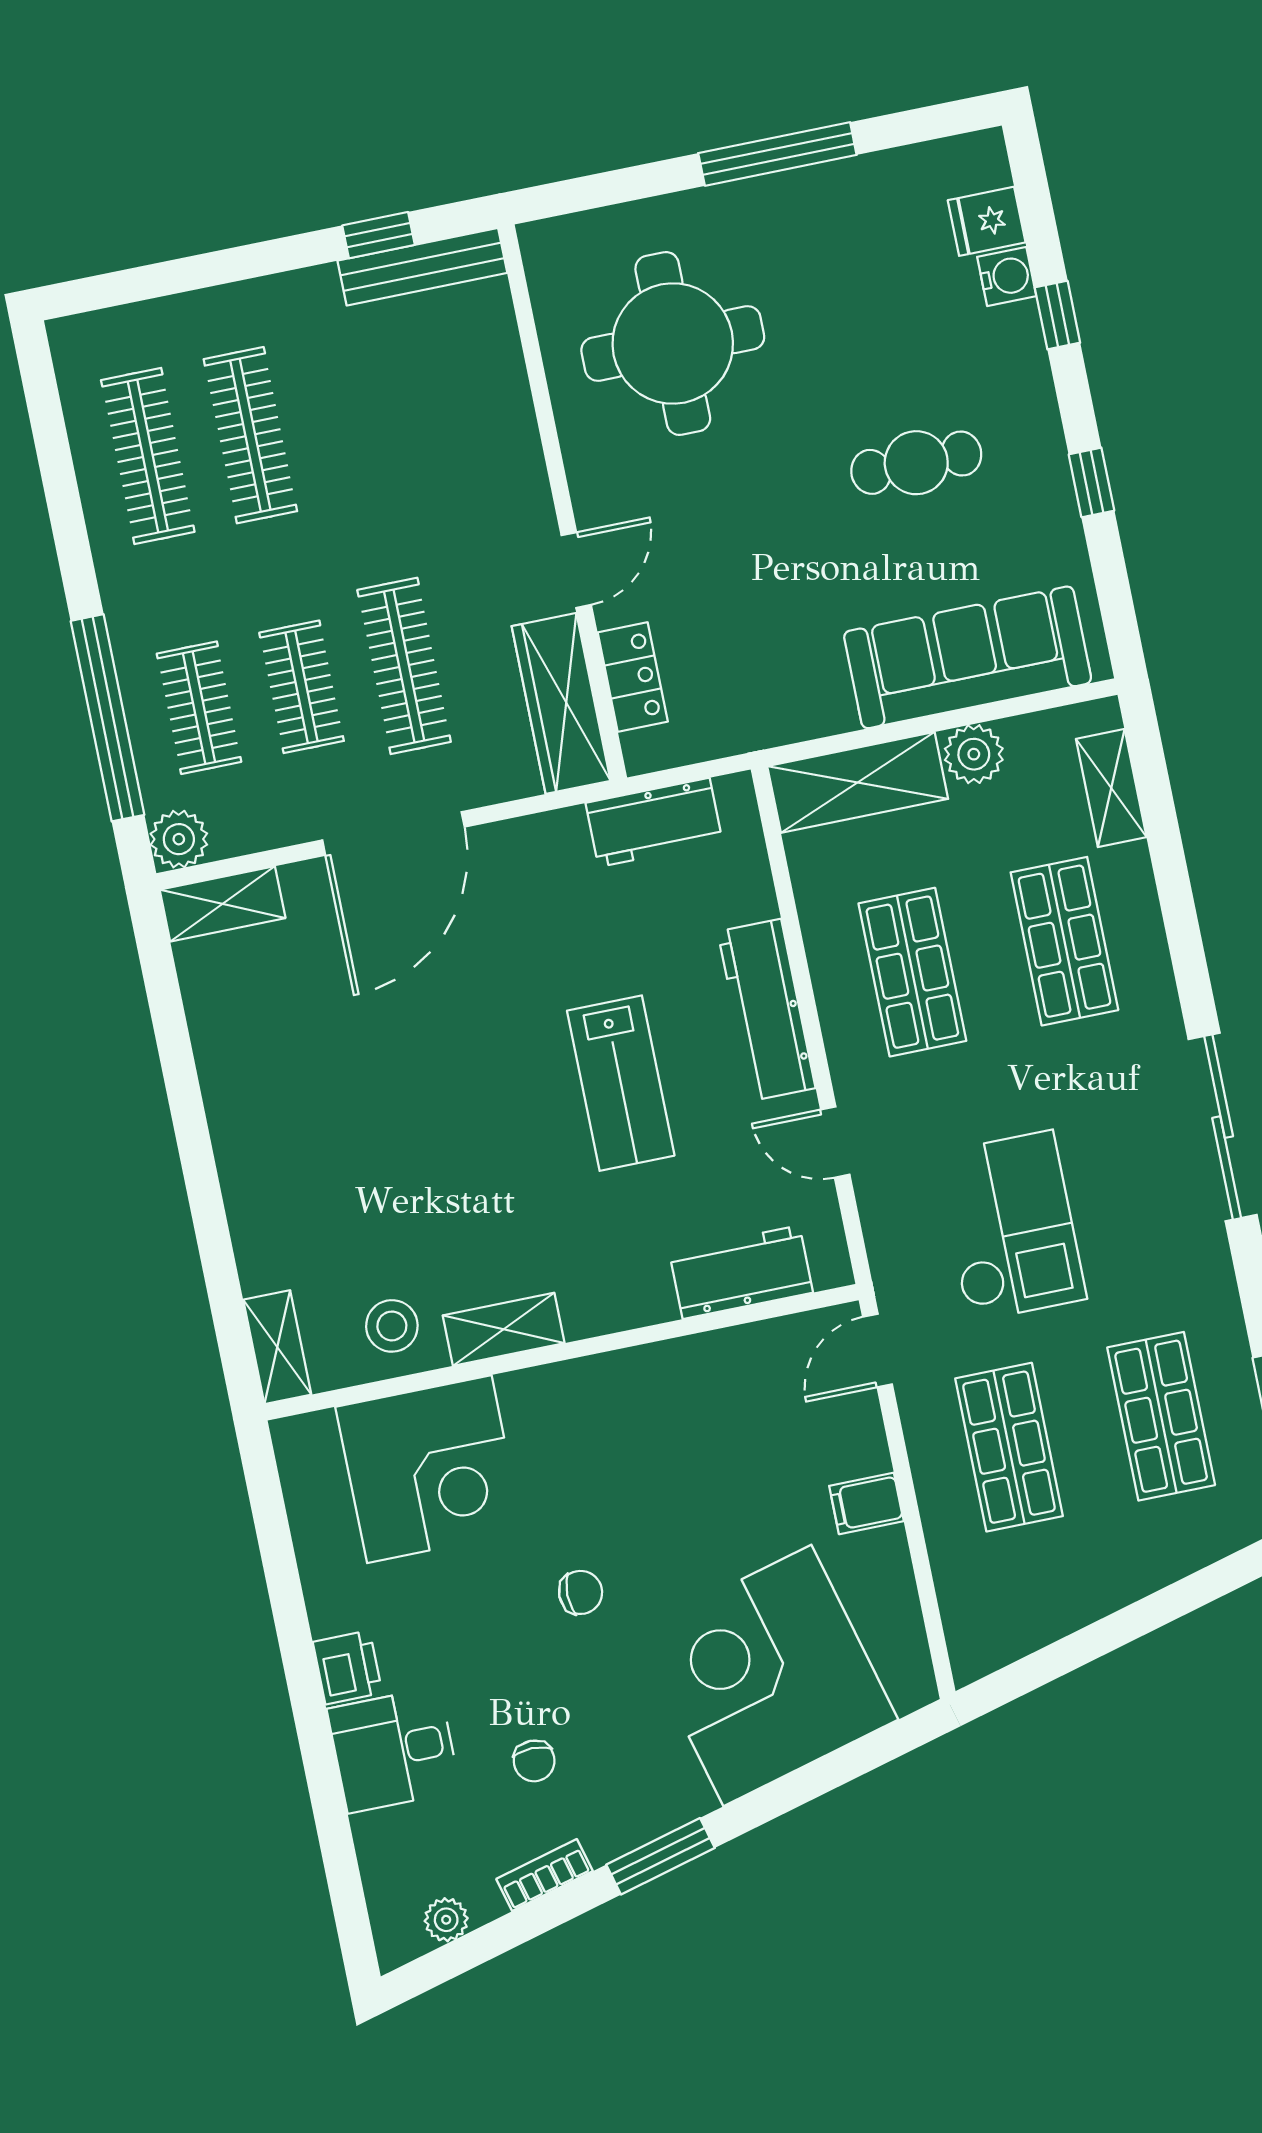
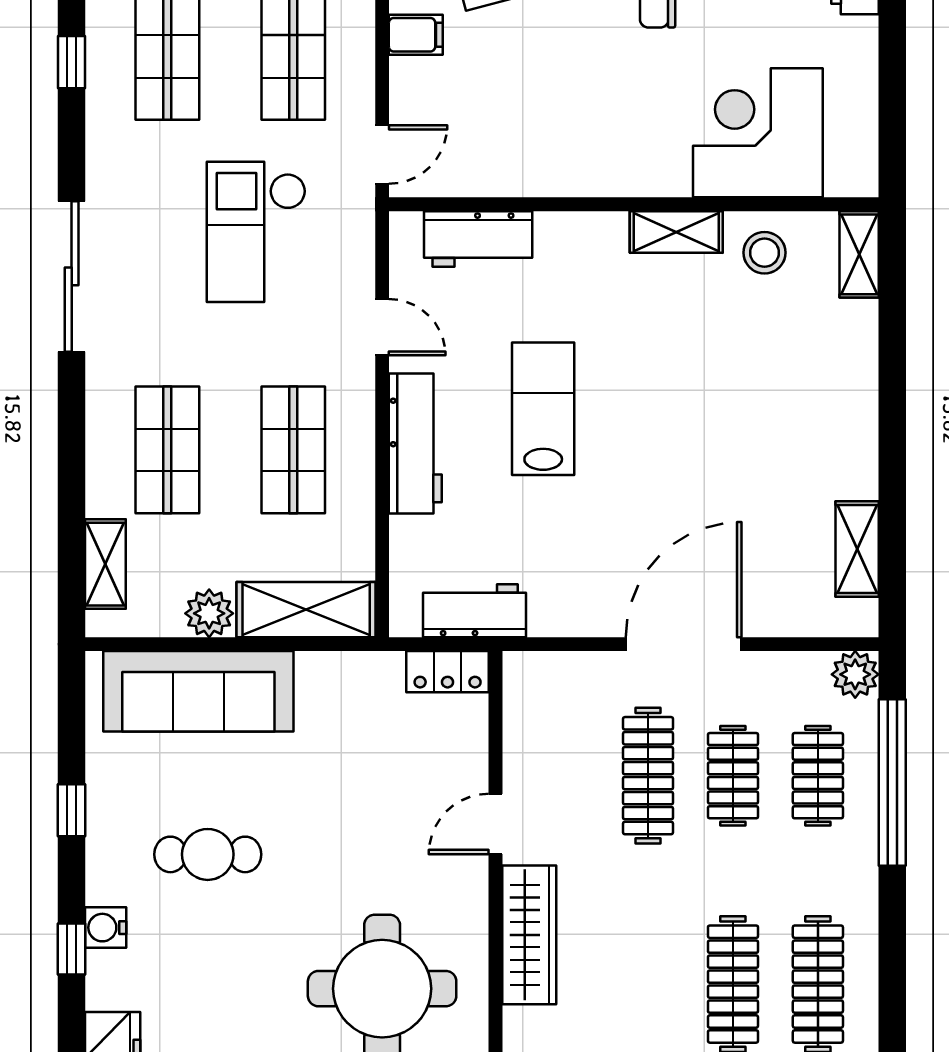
water cooler: (1007, 277) -> (106, 928), moved
locker: (633, 677) -> (448, 672), moved, turned -90
wardrobe: (561, 703) -> (529, 935), moved
shelving: (223, 904) -> (857, 549), moved, turned 90

